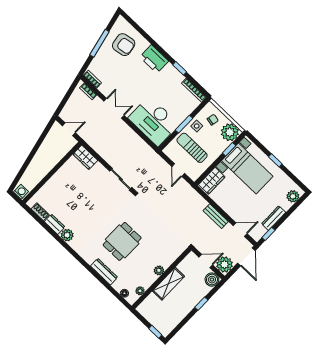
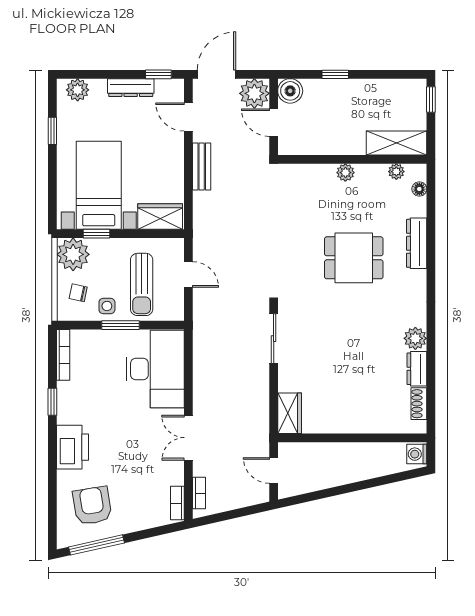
window: (99, 43) -> (96, 545), moved
window: (275, 160) -> (52, 131), moved
door: (178, 170) -> (188, 274), hinge flipped
shelving: (168, 284) -> (396, 143), moved

